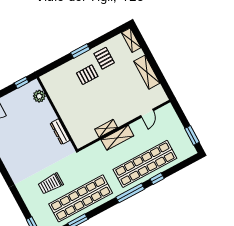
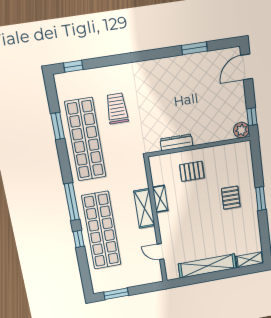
pallet: (104, 58) -> (192, 171), moved
shelving: (147, 72) -> (207, 266), width x1.47
plant: (39, 96) -> (241, 130), moved

